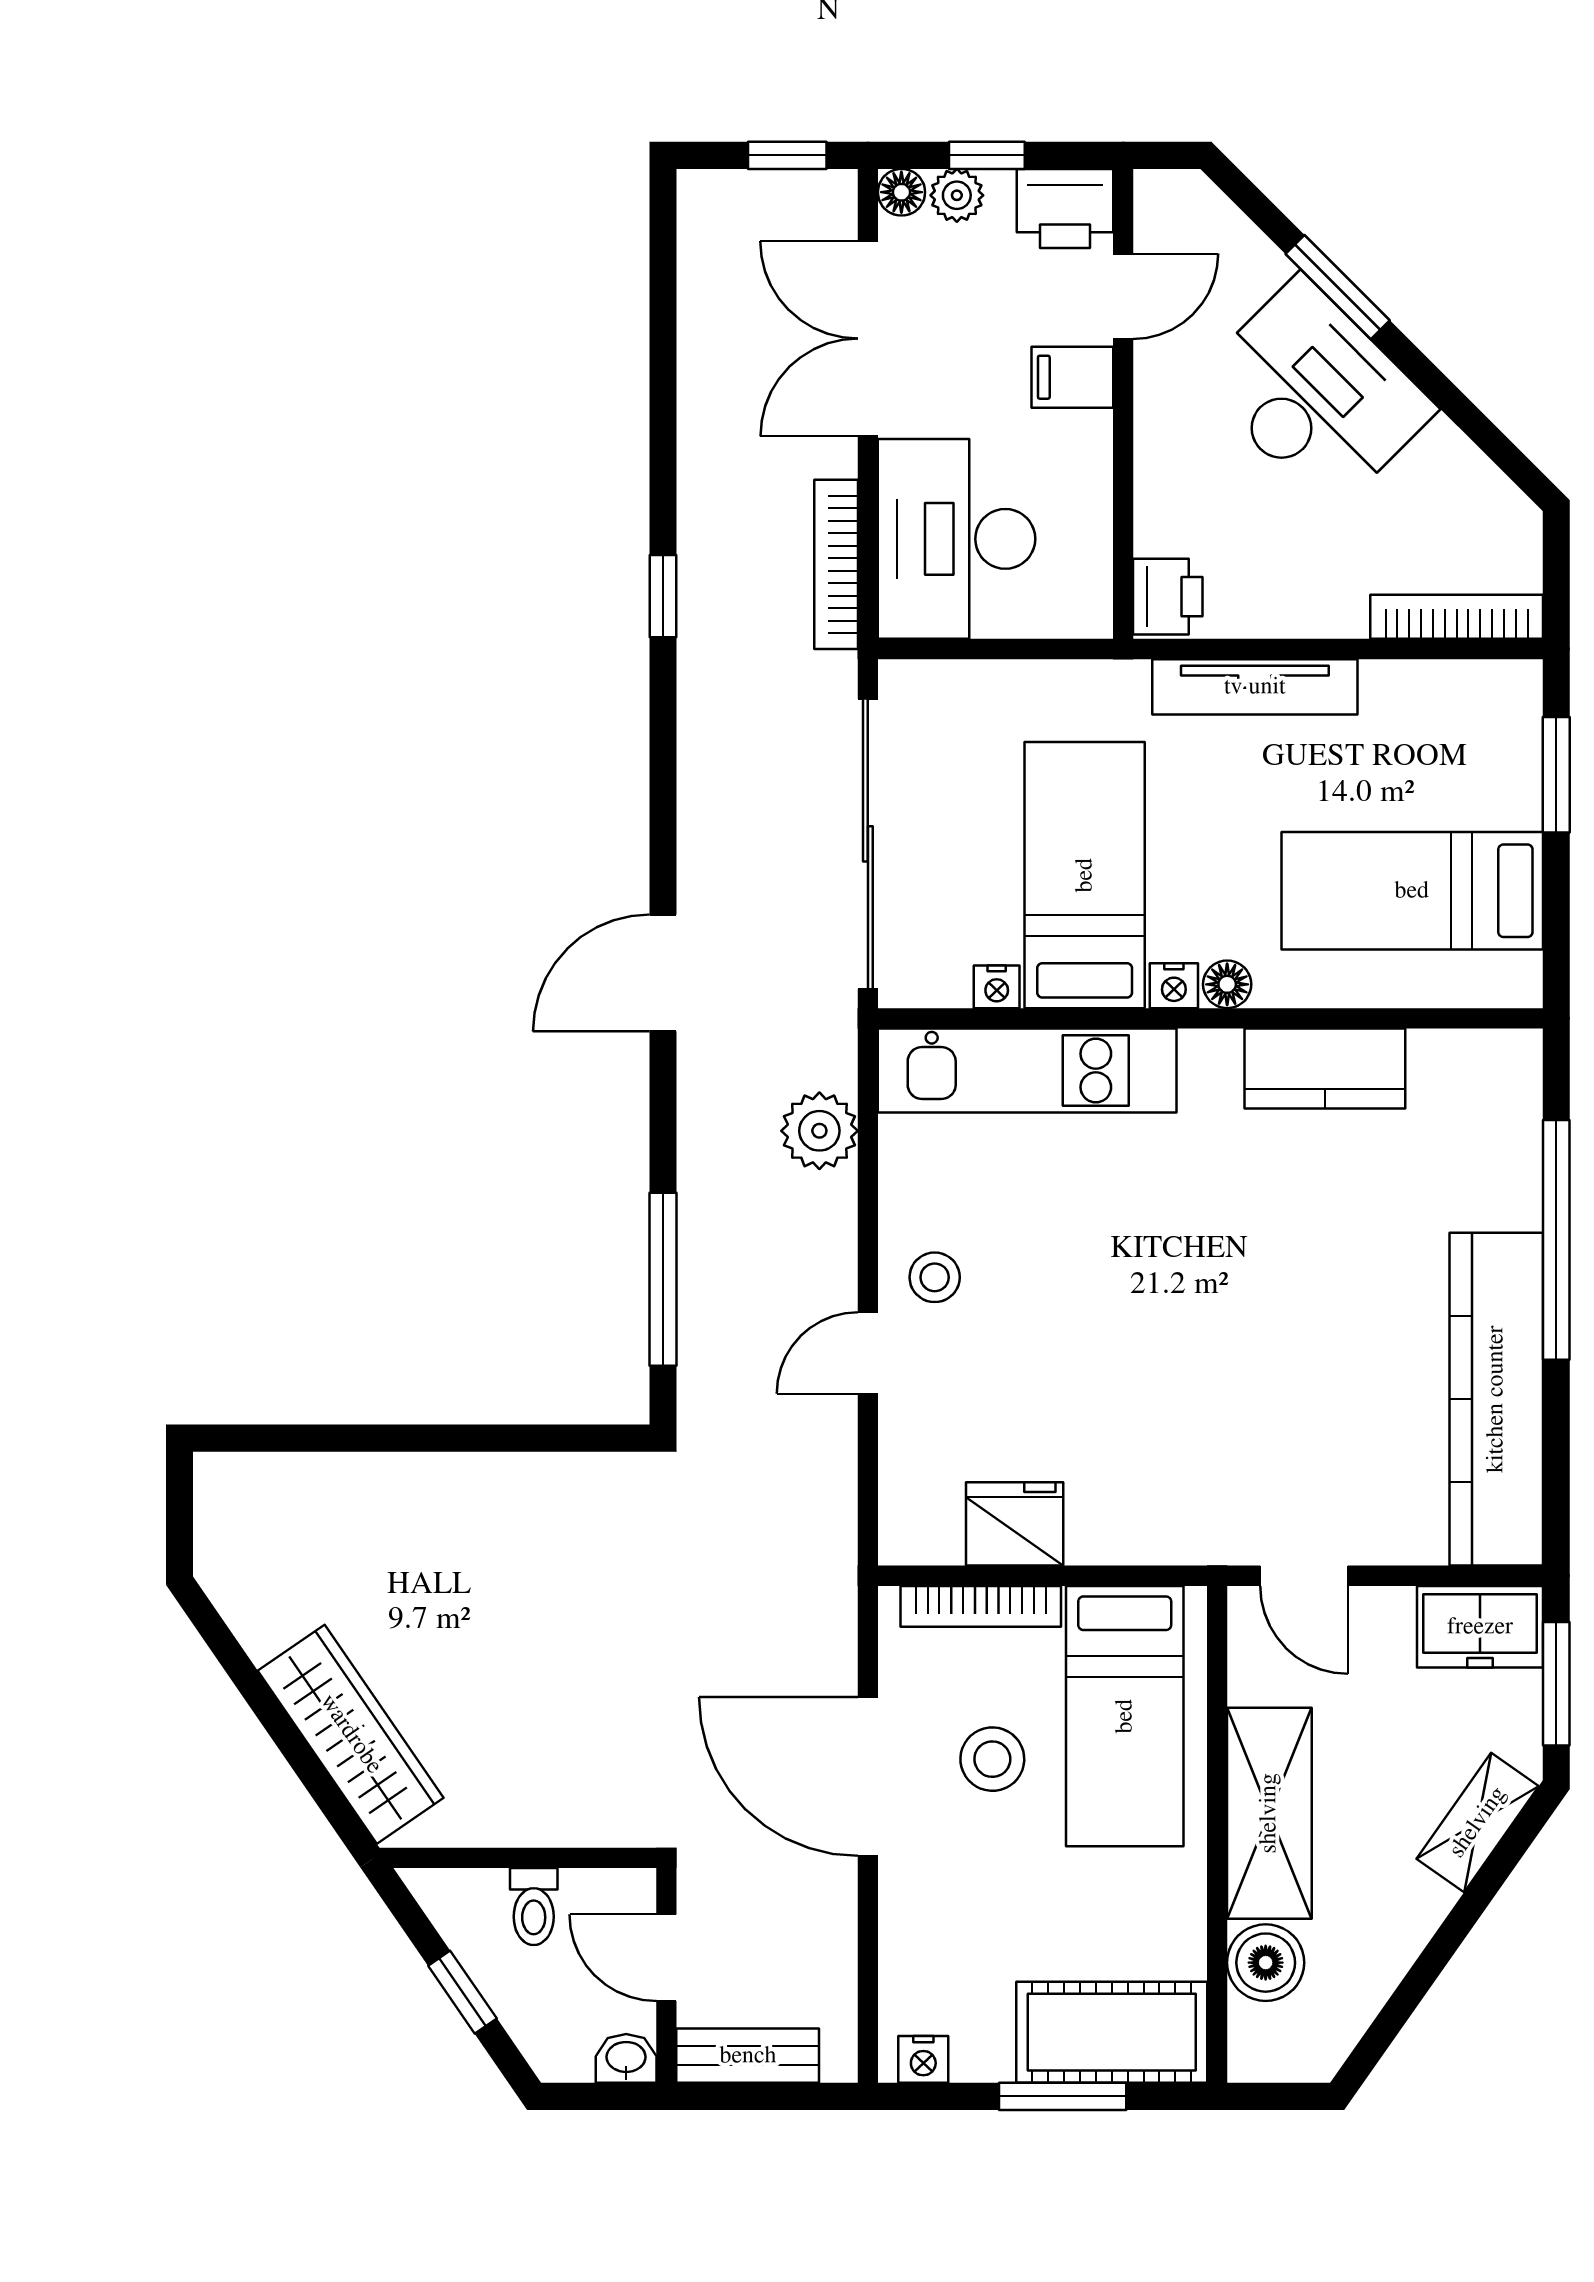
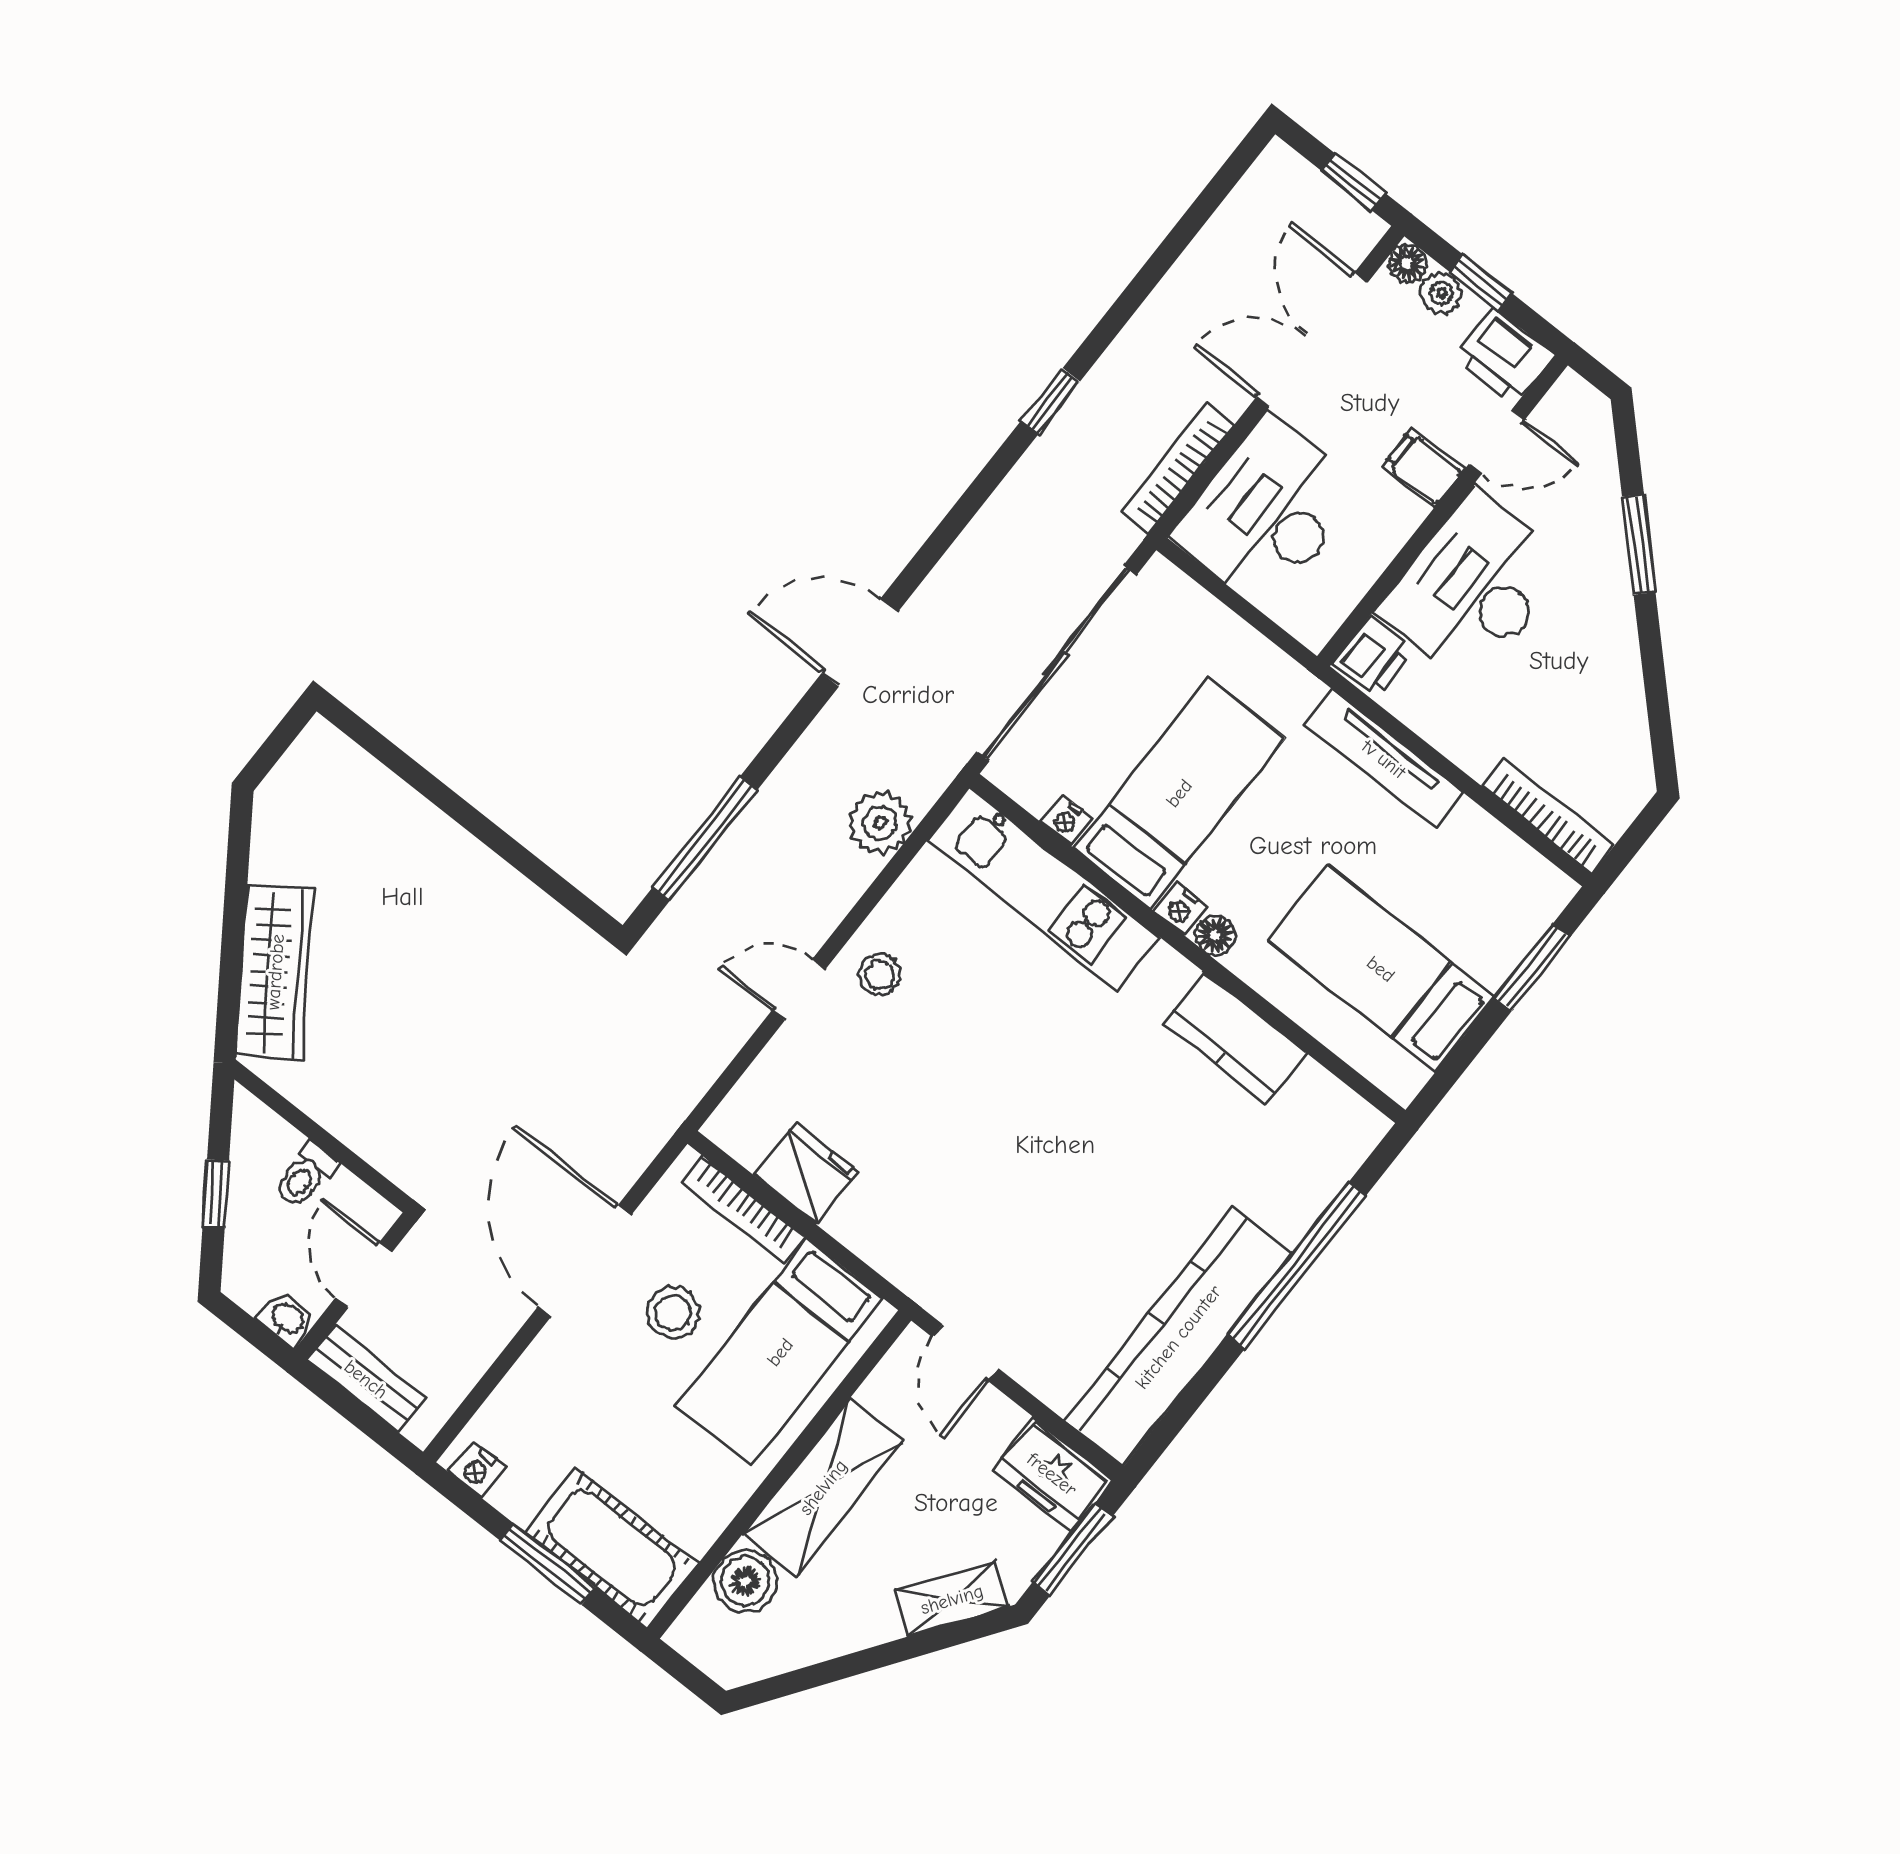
desk: (1316, 394) -> (1473, 587), moved, turned -135

